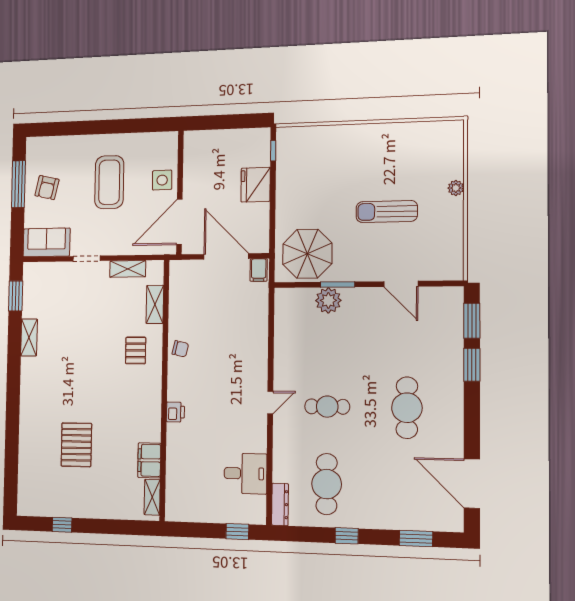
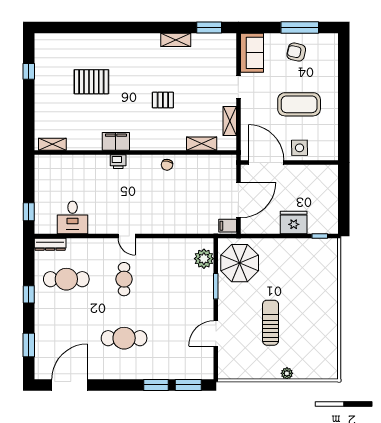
plant: (328, 300) -> (204, 259), moved
pallet: (136, 350) -> (163, 100), moved
filing cabinet: (149, 460) -> (116, 141), moved

